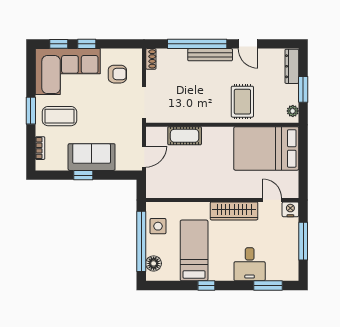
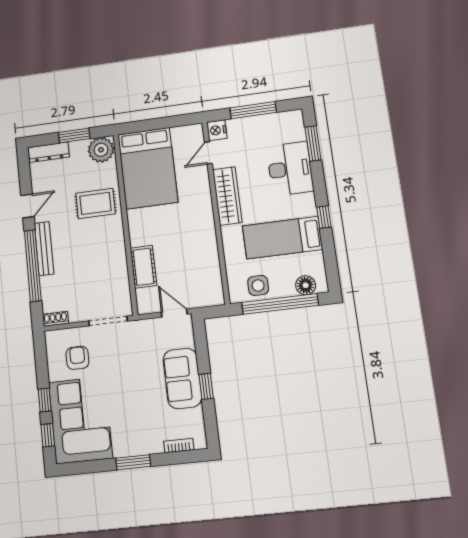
plant: (293, 111) -> (101, 150), width x1.87, depth x1.87
coffee table: (59, 116) -> (136, 425), removed
desk: (250, 264) -> (290, 169), width x1.37

